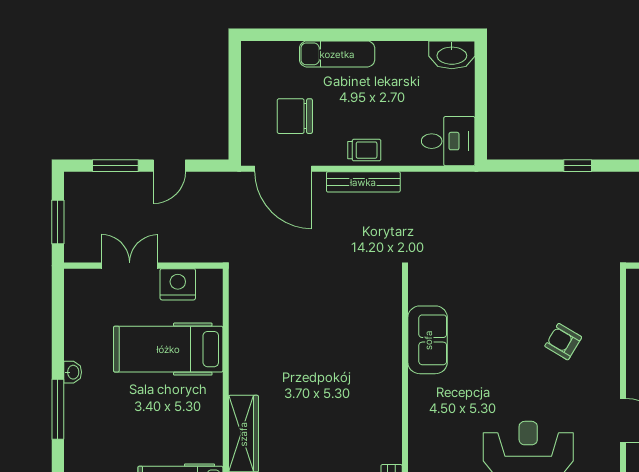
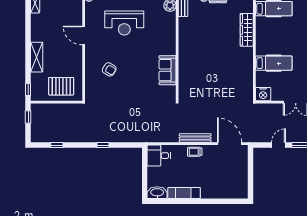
exam couch: (337, 54) -> (184, 193), moved
chair: (295, 116) -> (225, 166), removed
nightstand: (178, 284) -> (263, 94), moved
hospital bed: (168, 349) -> (274, 63), width x0.73, depth x0.78

